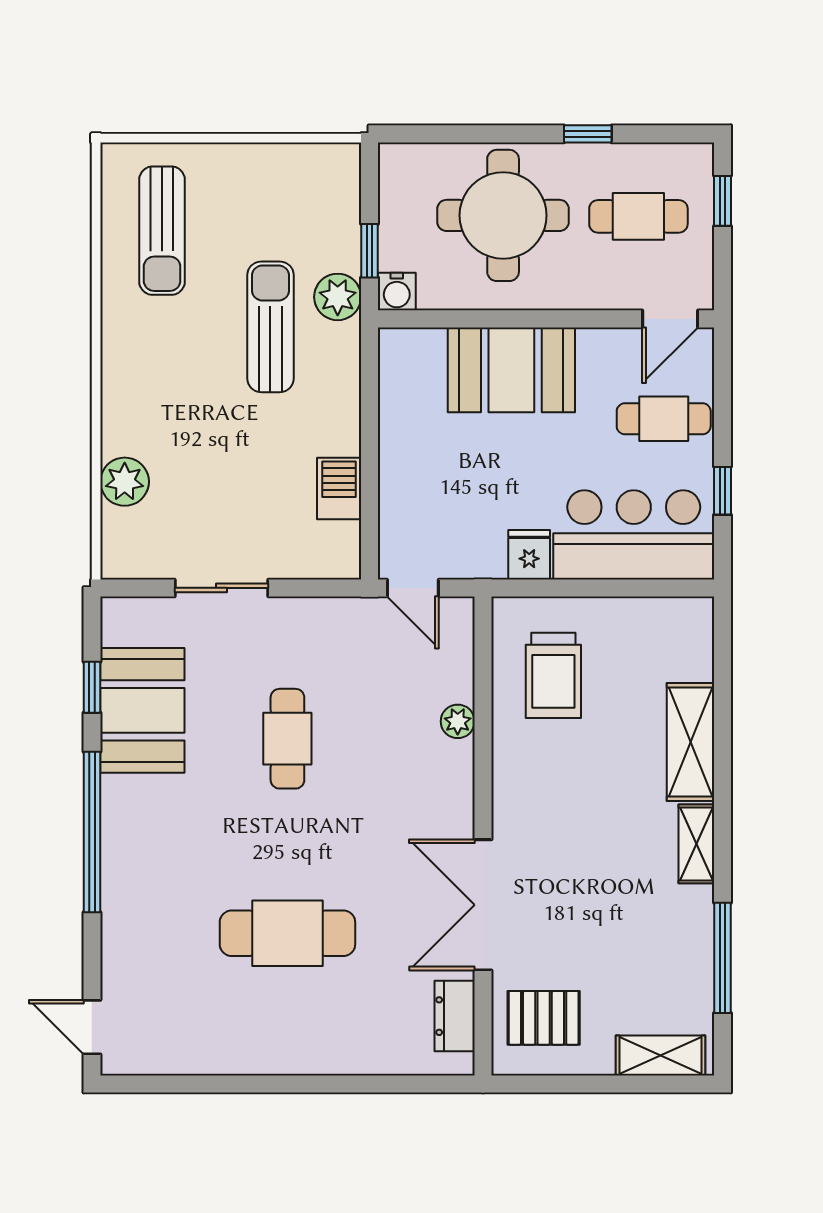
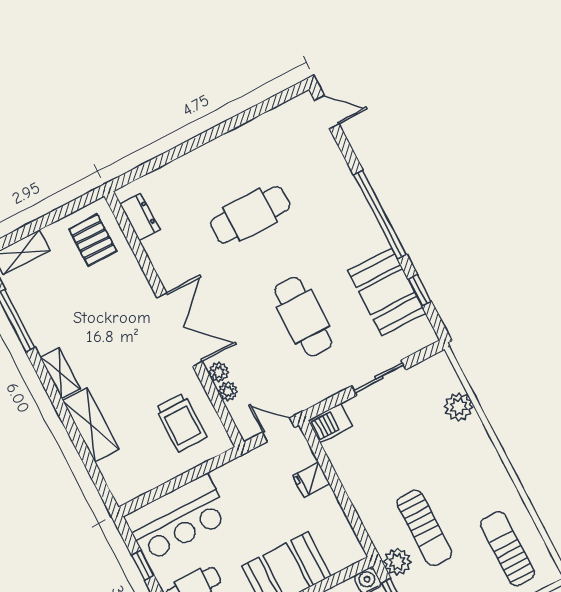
barbecue: (339, 488) -> (330, 423), moved, turned 90
fridge: (529, 555) -> (311, 480), moved, turned 90
trolley: (553, 675) -> (181, 422), turned 180
plant: (459, 685) -> (228, 391), added
cafe table: (287, 739) -> (303, 317), width x1.37, depth x1.35
double door: (483, 905) -> (180, 330), moved
pallet: (544, 1018) -> (93, 240), turned 90

